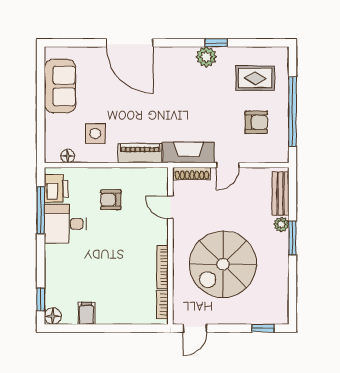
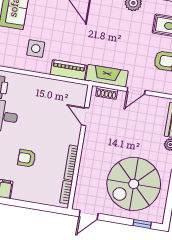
floor lamp: (68, 156) -> (11, 63), removed
shoe rack: (192, 174) -> (107, 93), width x0.70
armchair: (111, 200) -> (27, 158), moved
spiral stairs: (223, 264) -> (134, 184), moved

